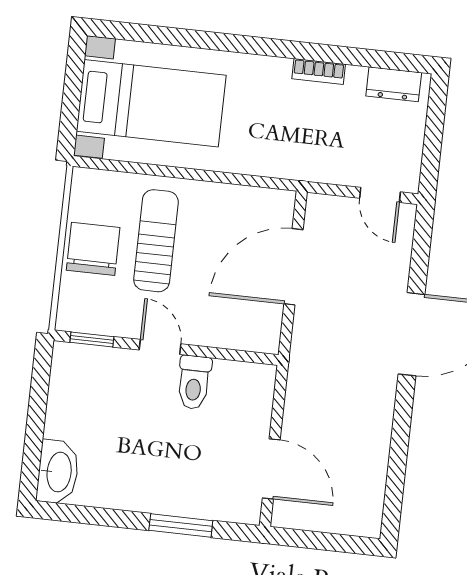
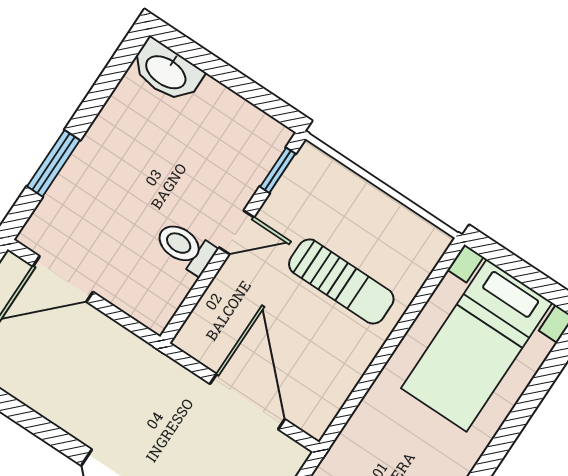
chair: (93, 249) -> (365, 217), removed

